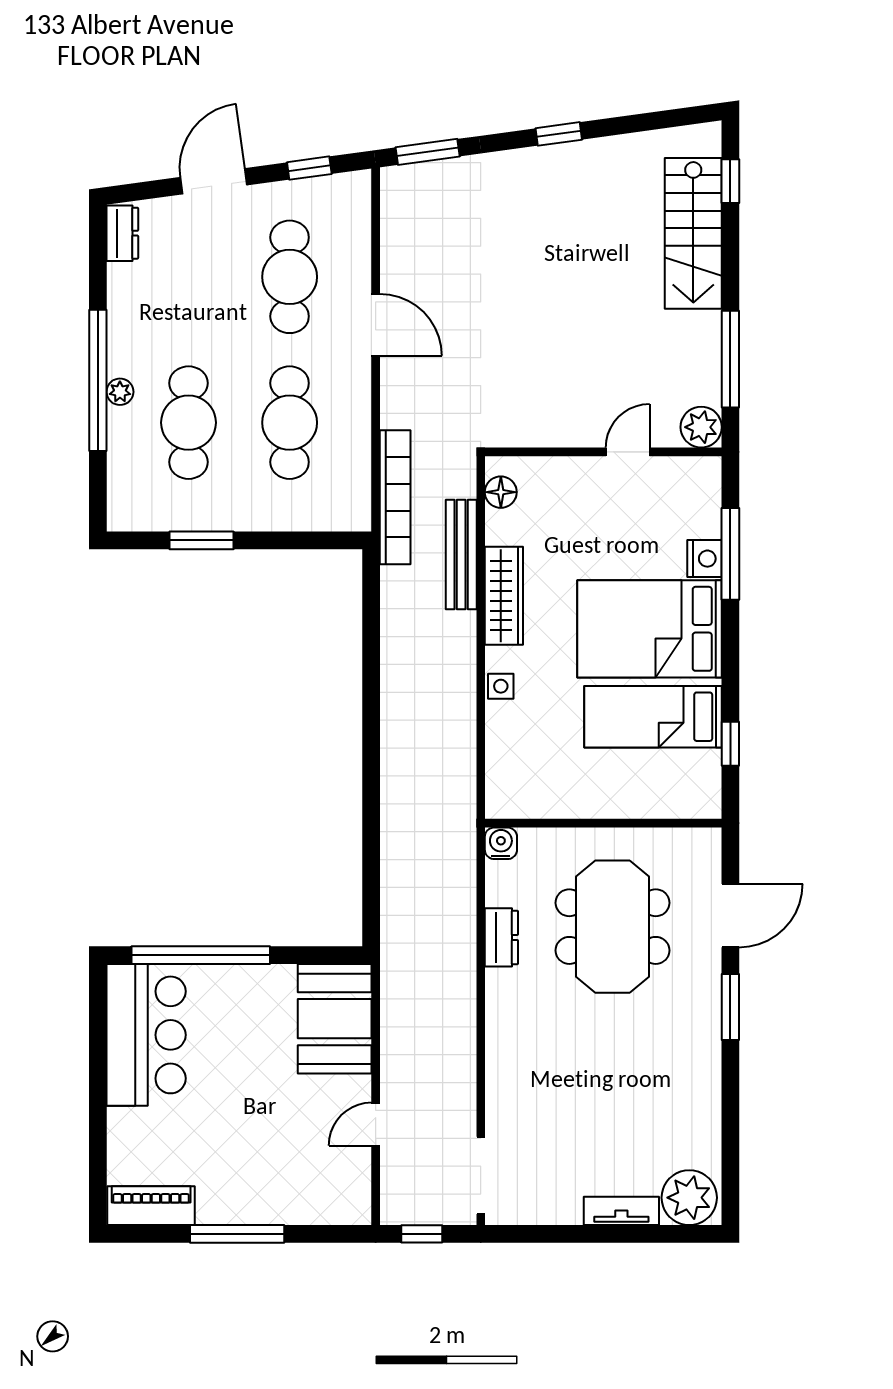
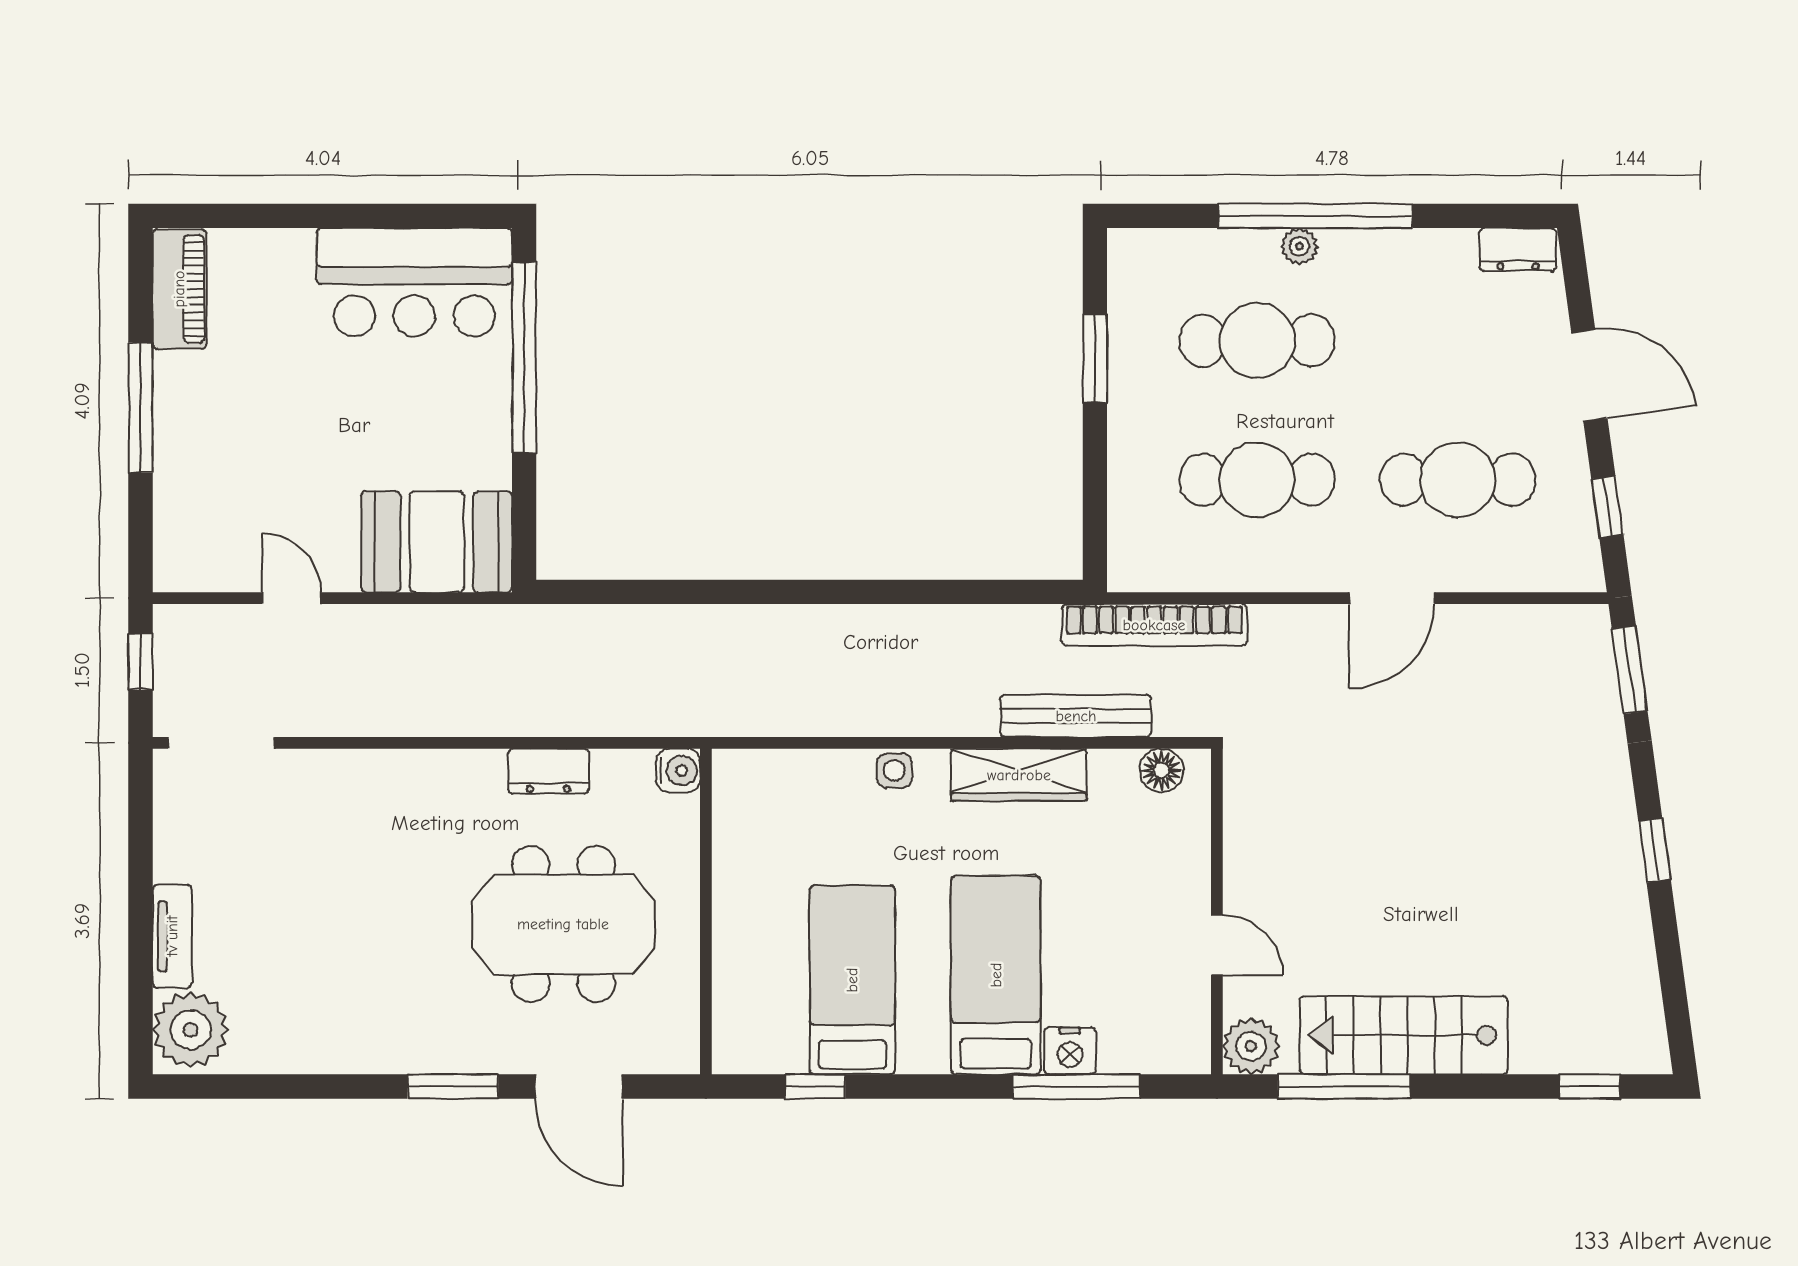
stairs: (693, 233) -> (1404, 1035), moved
bed: (650, 629) -> (996, 975), width x0.67

